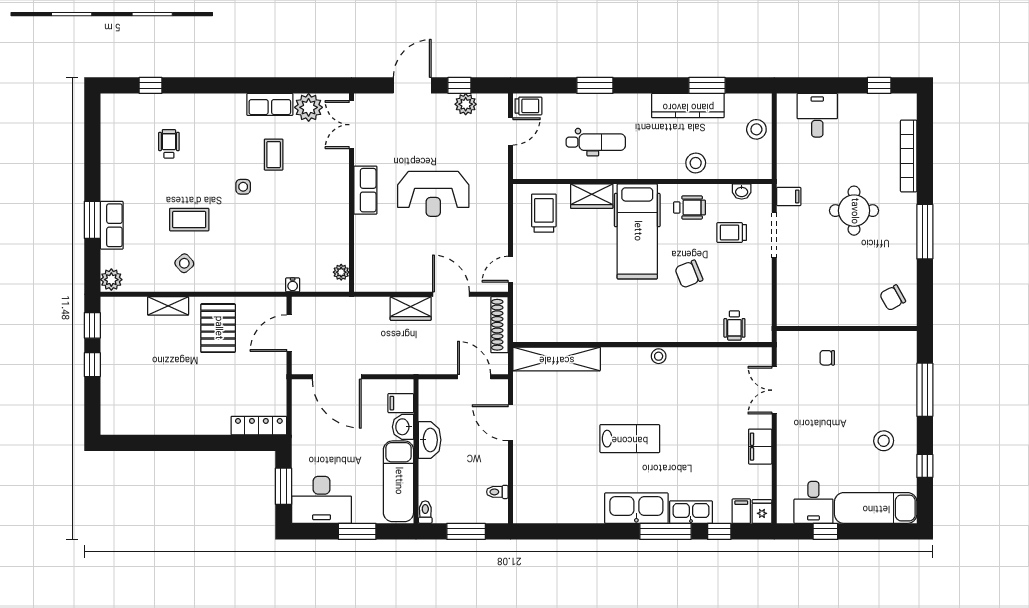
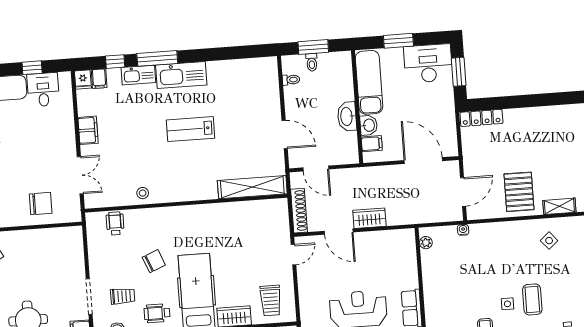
coffee table: (189, 220) -> (532, 299), moved, turned 90
stool: (659, 356) -> (143, 193), moved
chair: (827, 358) -> (41, 204), width x1.87, depth x1.87
toilet: (425, 512) -> (312, 62), moved

